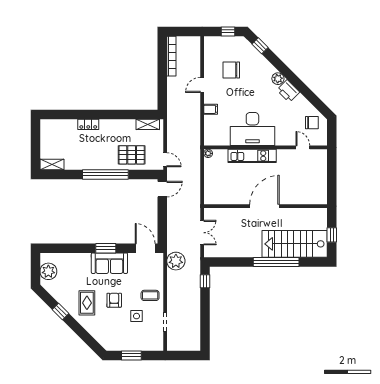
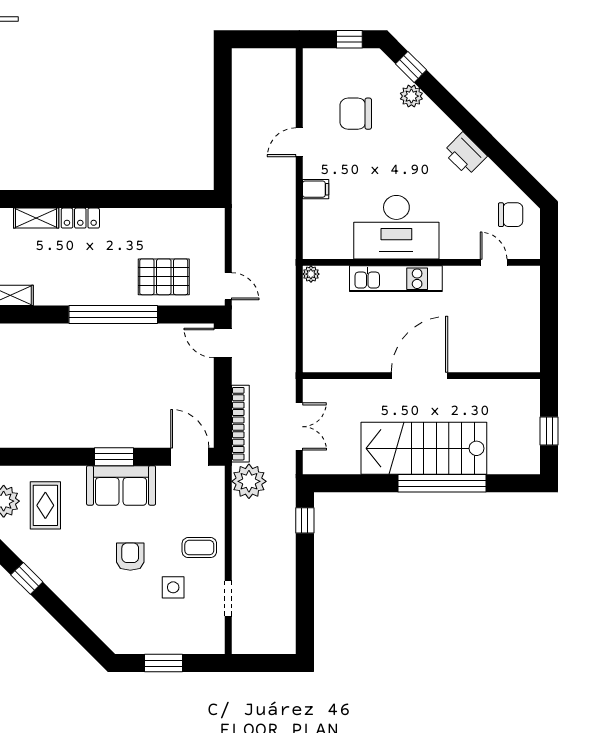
bookcase: (171, 56) -> (240, 424), moved
plant: (278, 79) -> (411, 96), moved
shelving: (148, 124) -> (36, 218), moved
door: (162, 189) -> (223, 343), swing flipped
stairs: (295, 244) -> (424, 448), moved
rug: (87, 303) -> (45, 505), moved

